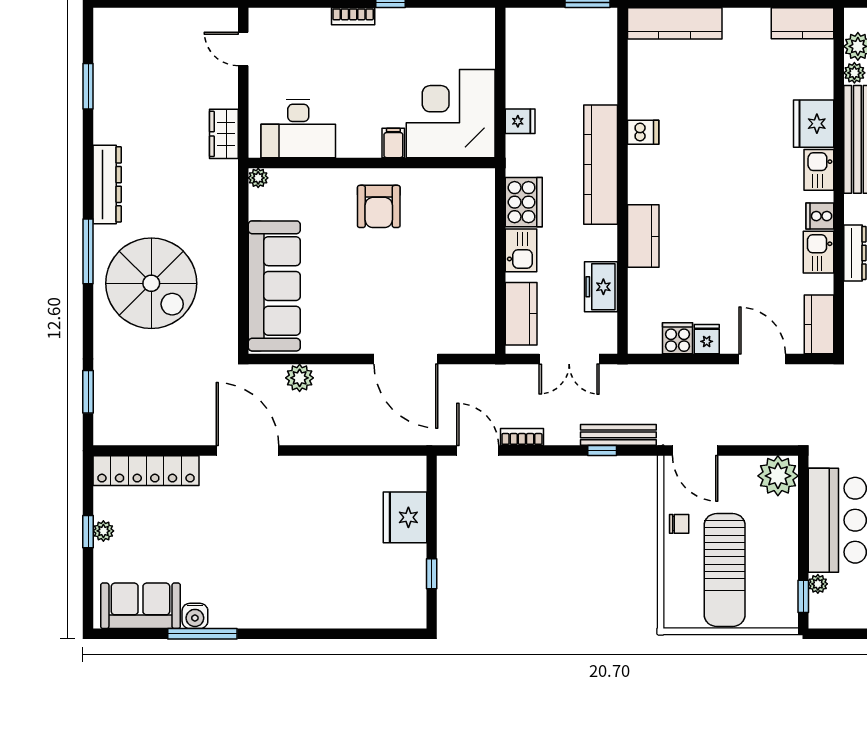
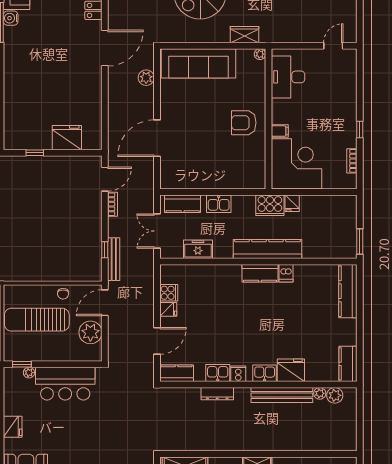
bookcase: (353, 16) -> (352, 161), moved
wardrobe: (224, 134) -> (245, 35), moved
cooker: (524, 202) -> (270, 205), moved
kitchen counter: (643, 236) -> (260, 273), moved
plant: (778, 476) -> (90, 332), moved

